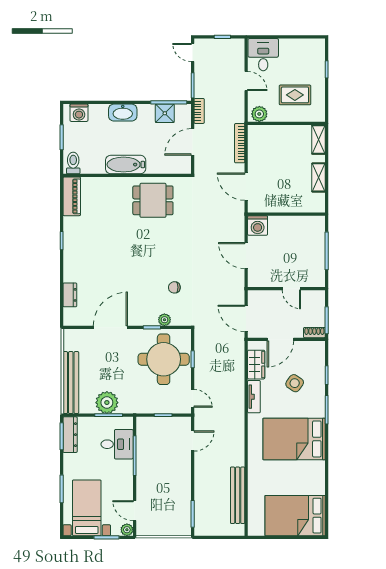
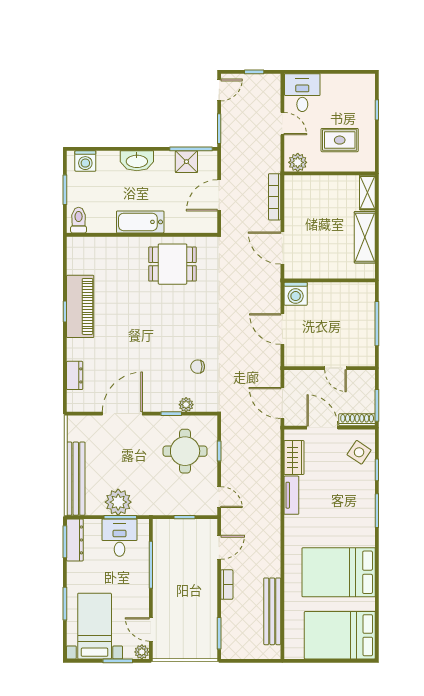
door: (193, 52) -> (219, 90), swing flipped
bookcase: (199, 111) -> (227, 585), moved
shelving: (319, 177) -> (365, 237), width x1.50, depth x1.33
piano: (72, 196) -> (80, 306), moved, width x1.37, depth x1.33
shoe rack: (314, 333) -> (357, 420), width x1.43
door: (280, 339) -> (322, 428), swing flipped
round table: (164, 359) -> (185, 451), width x0.73, depth x0.73
side table: (295, 383) -> (359, 452), moved
bed: (294, 439) -> (339, 572), moved
desk: (117, 444) -> (119, 538), moved, turned -90

